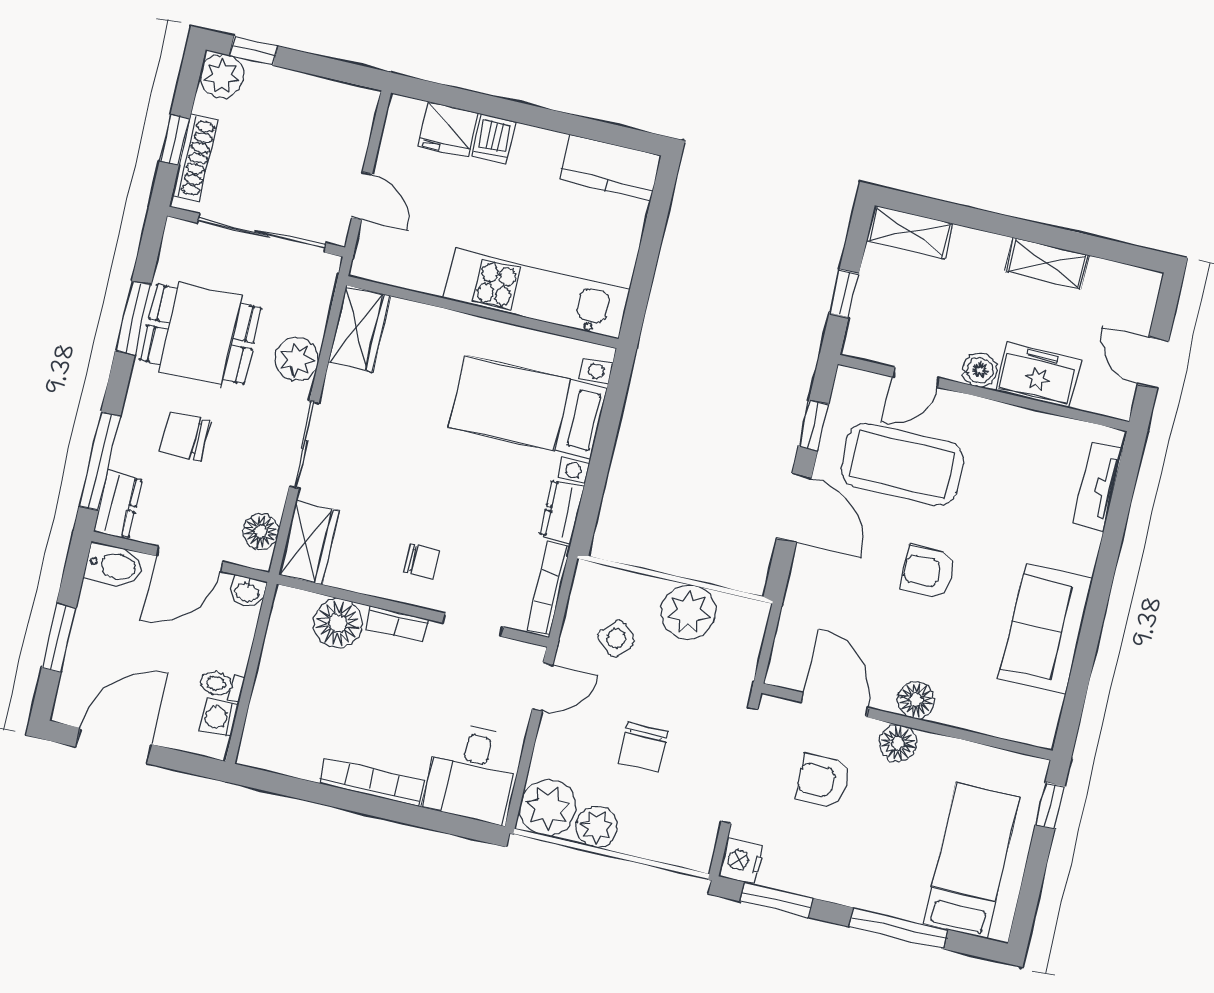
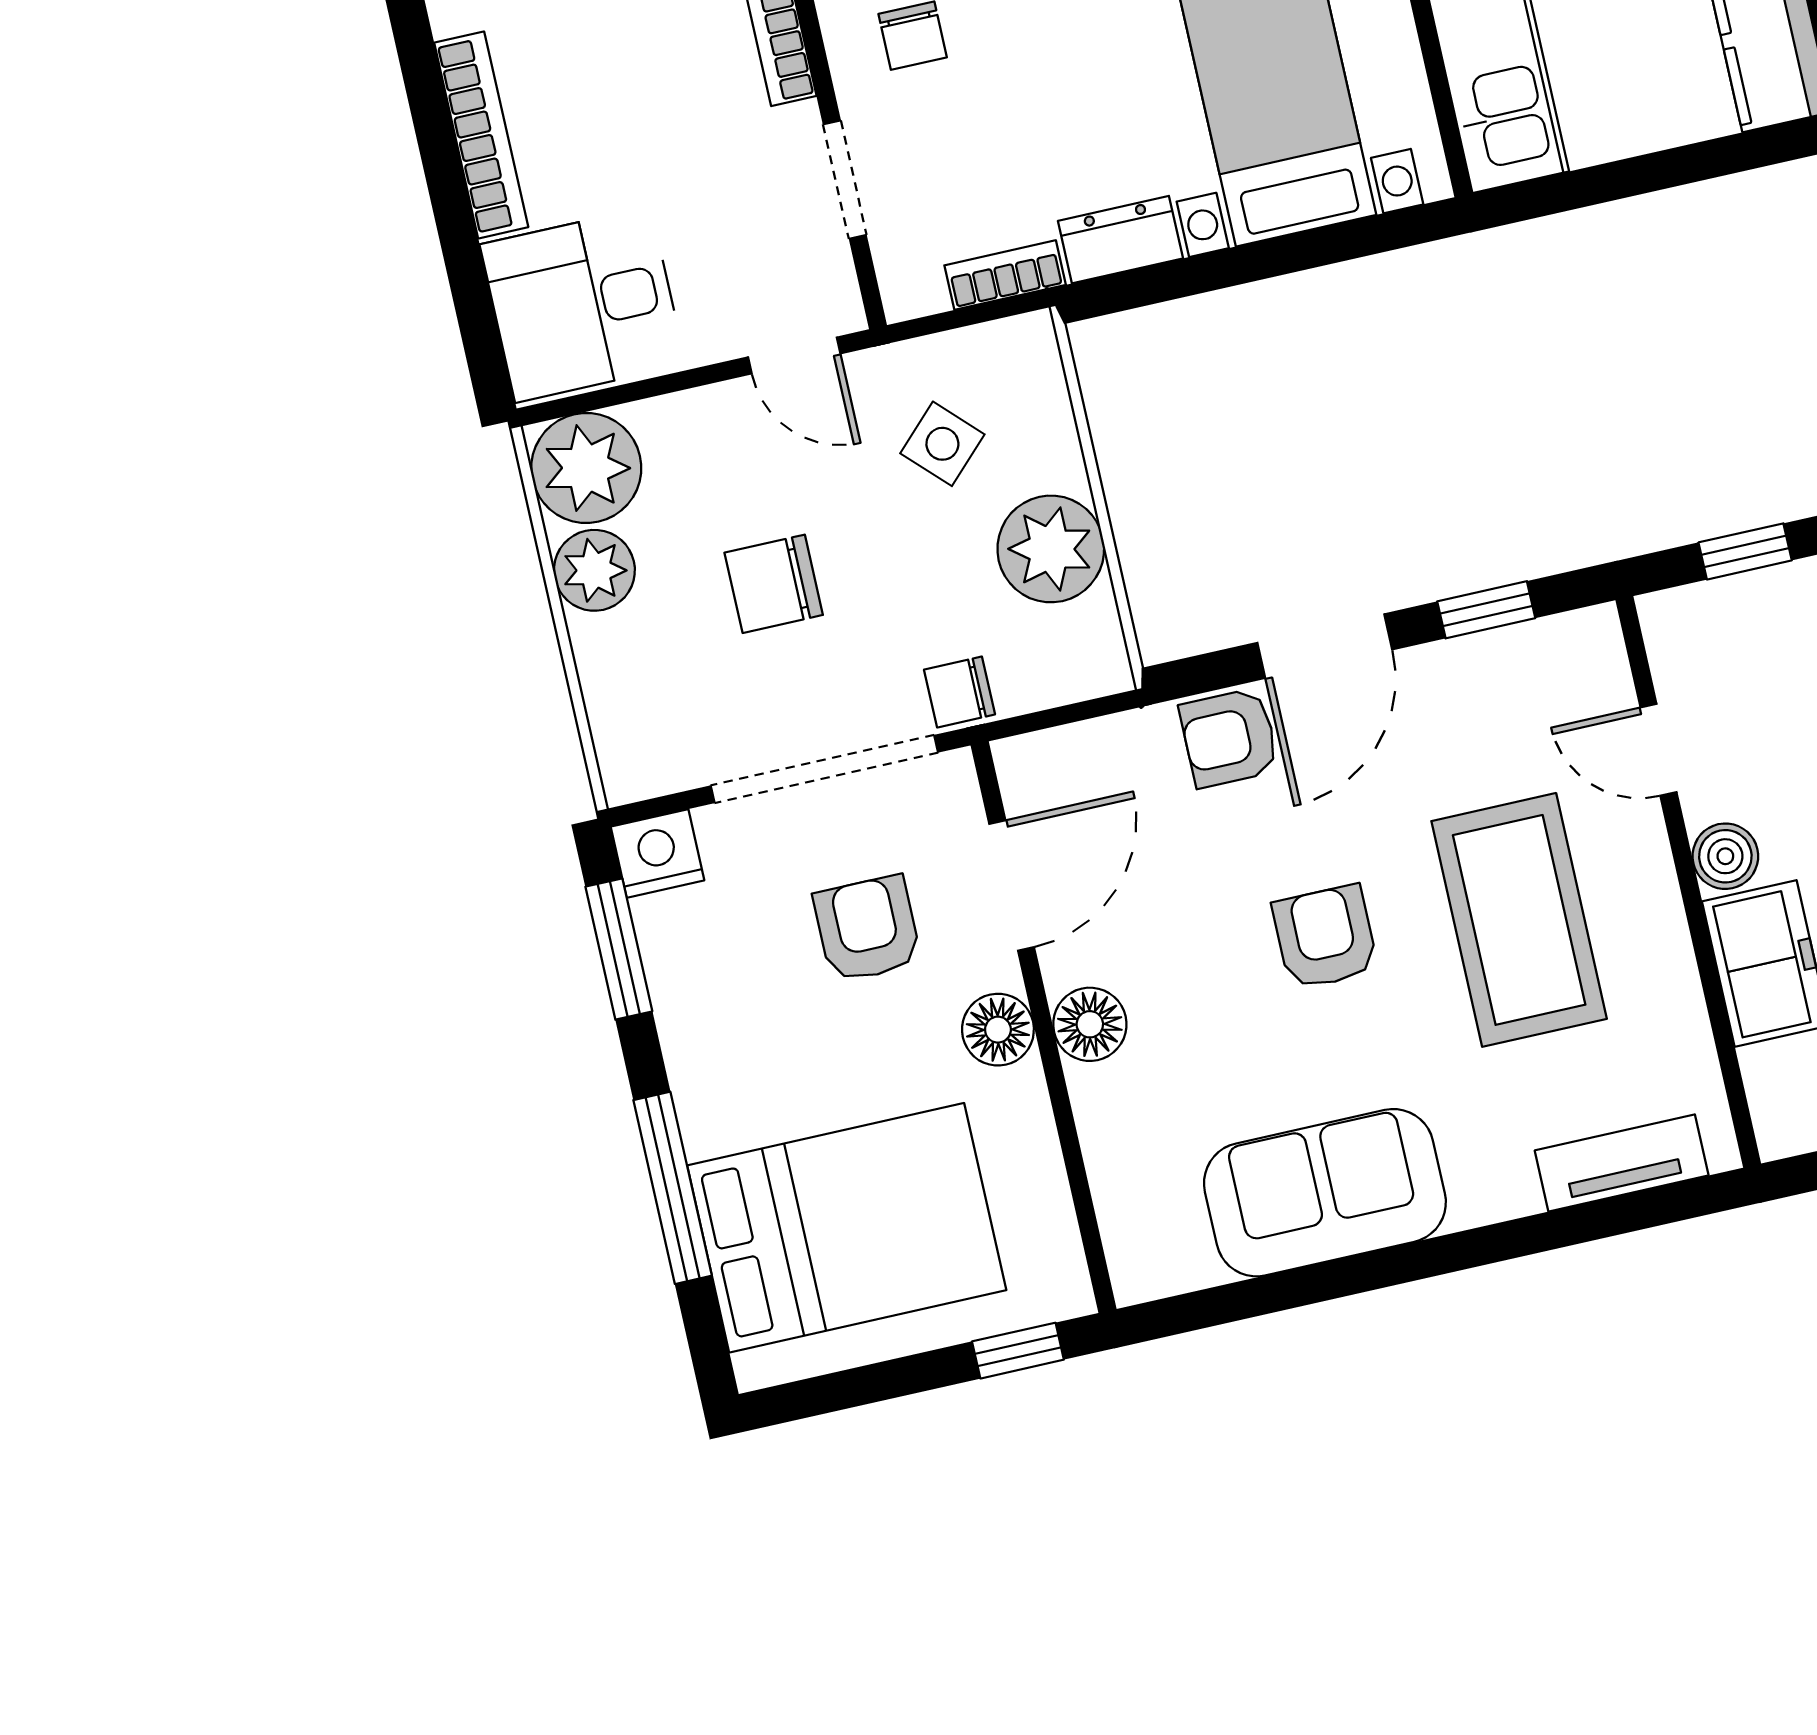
coffee table: (902, 464) -> (1519, 920), moved
armchair: (815, 572) -> (1229, 738), added
bookcase: (549, 588) -> (1005, 275), width x0.64
chair: (734, 686) -> (960, 692), added
bed: (971, 861) -> (847, 1228), width x1.50

